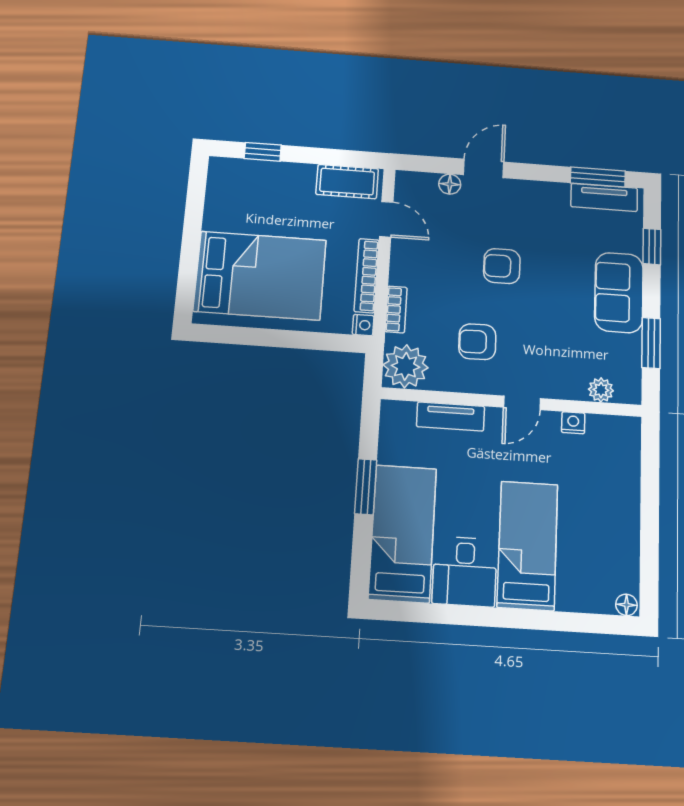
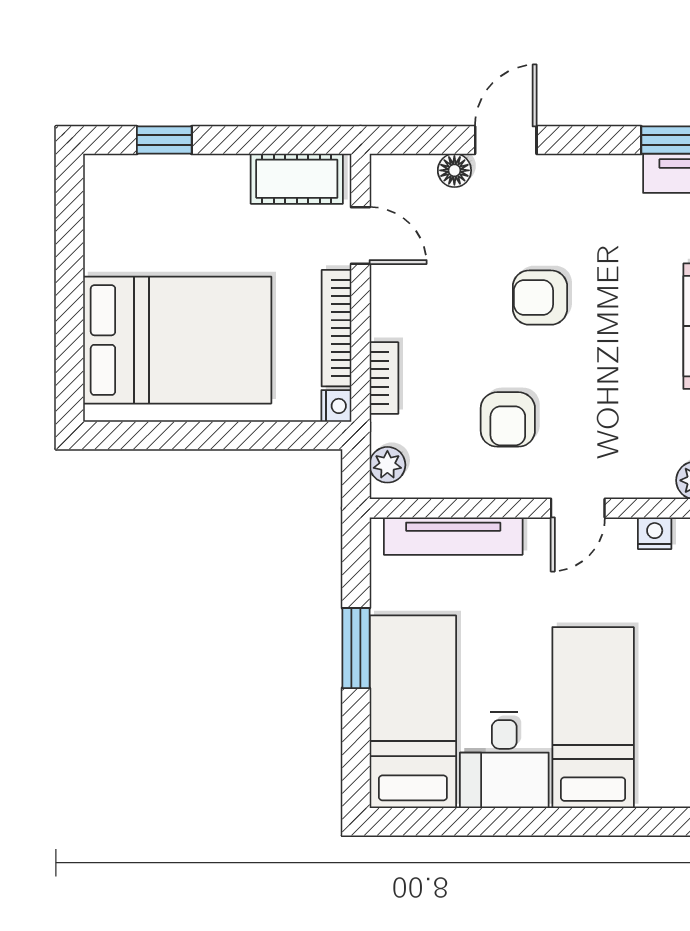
armchair: (477, 342) -> (508, 419), turned -89
plant: (406, 366) -> (387, 465), width x0.53, depth x0.53
tv unit: (451, 416) -> (453, 536), width x1.41

